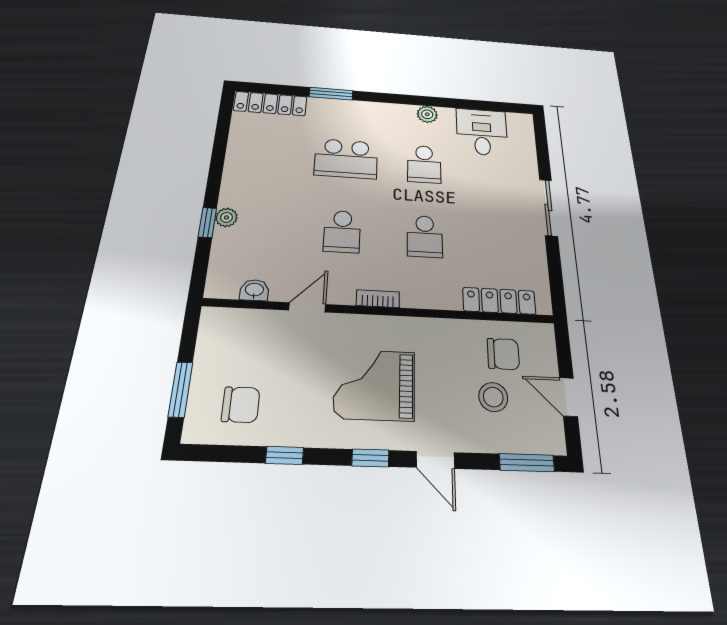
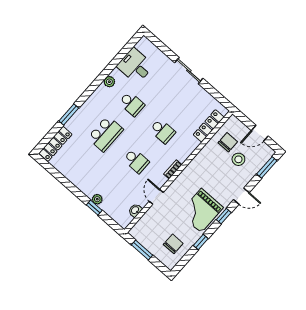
grand piano: (374, 385) -> (201, 210), moved
window: (180, 389) -> (142, 250), moved

